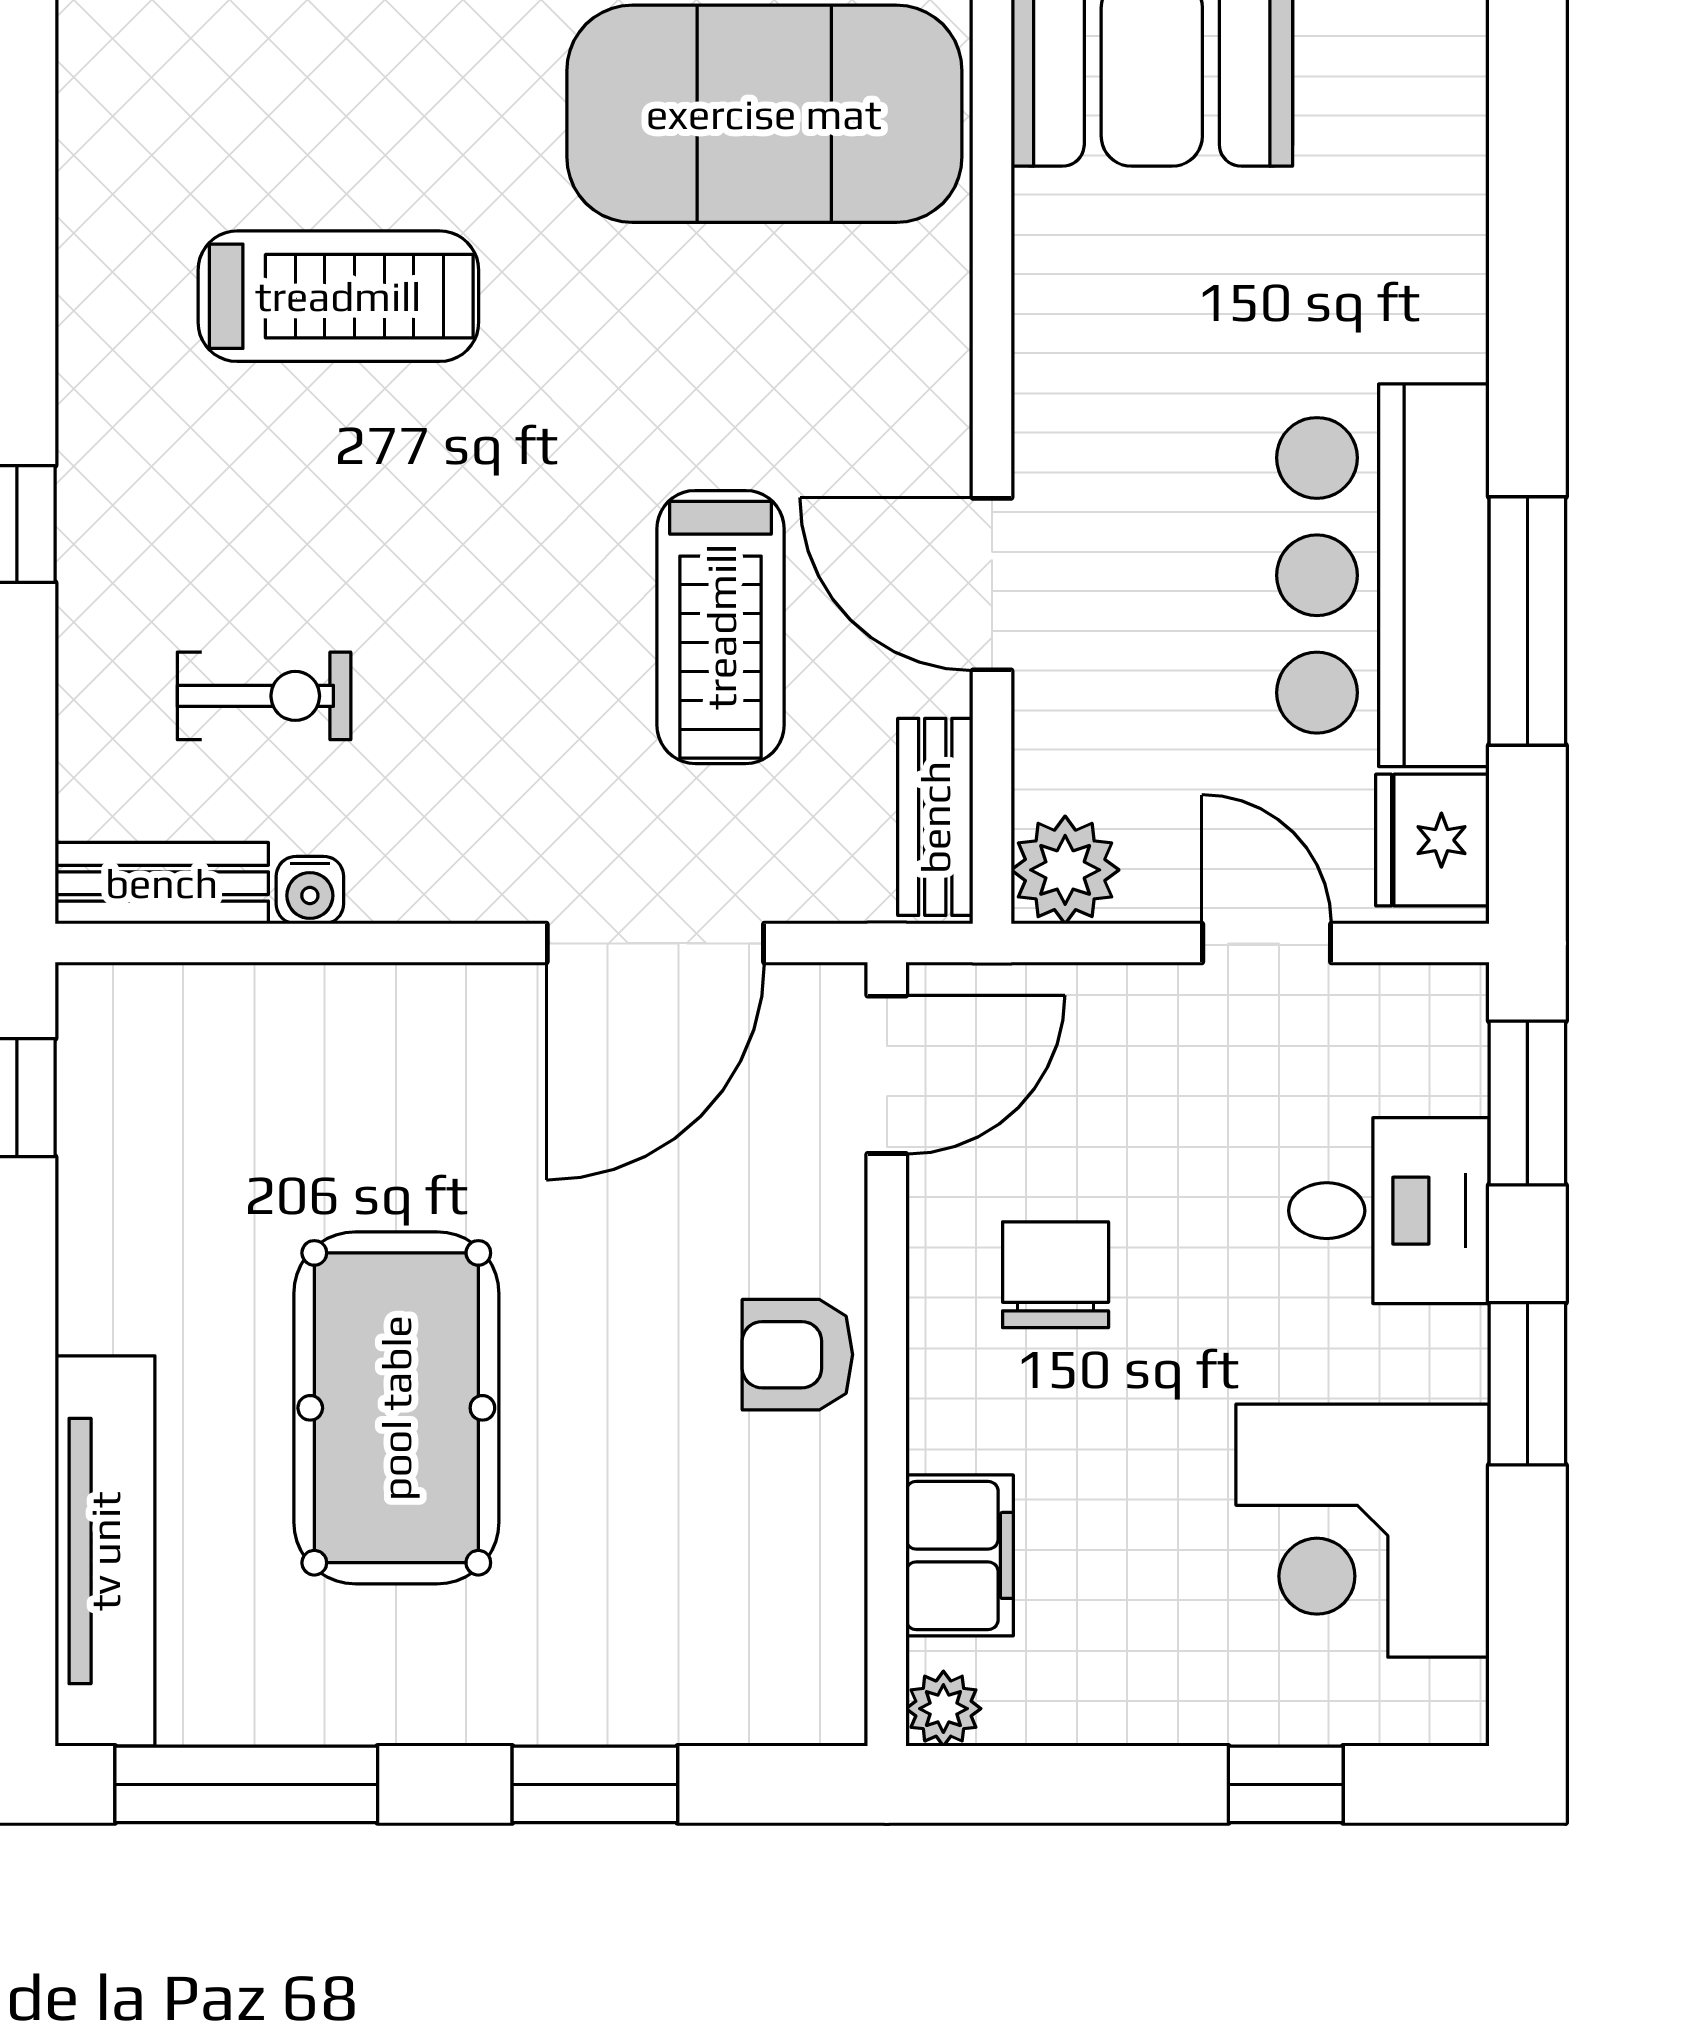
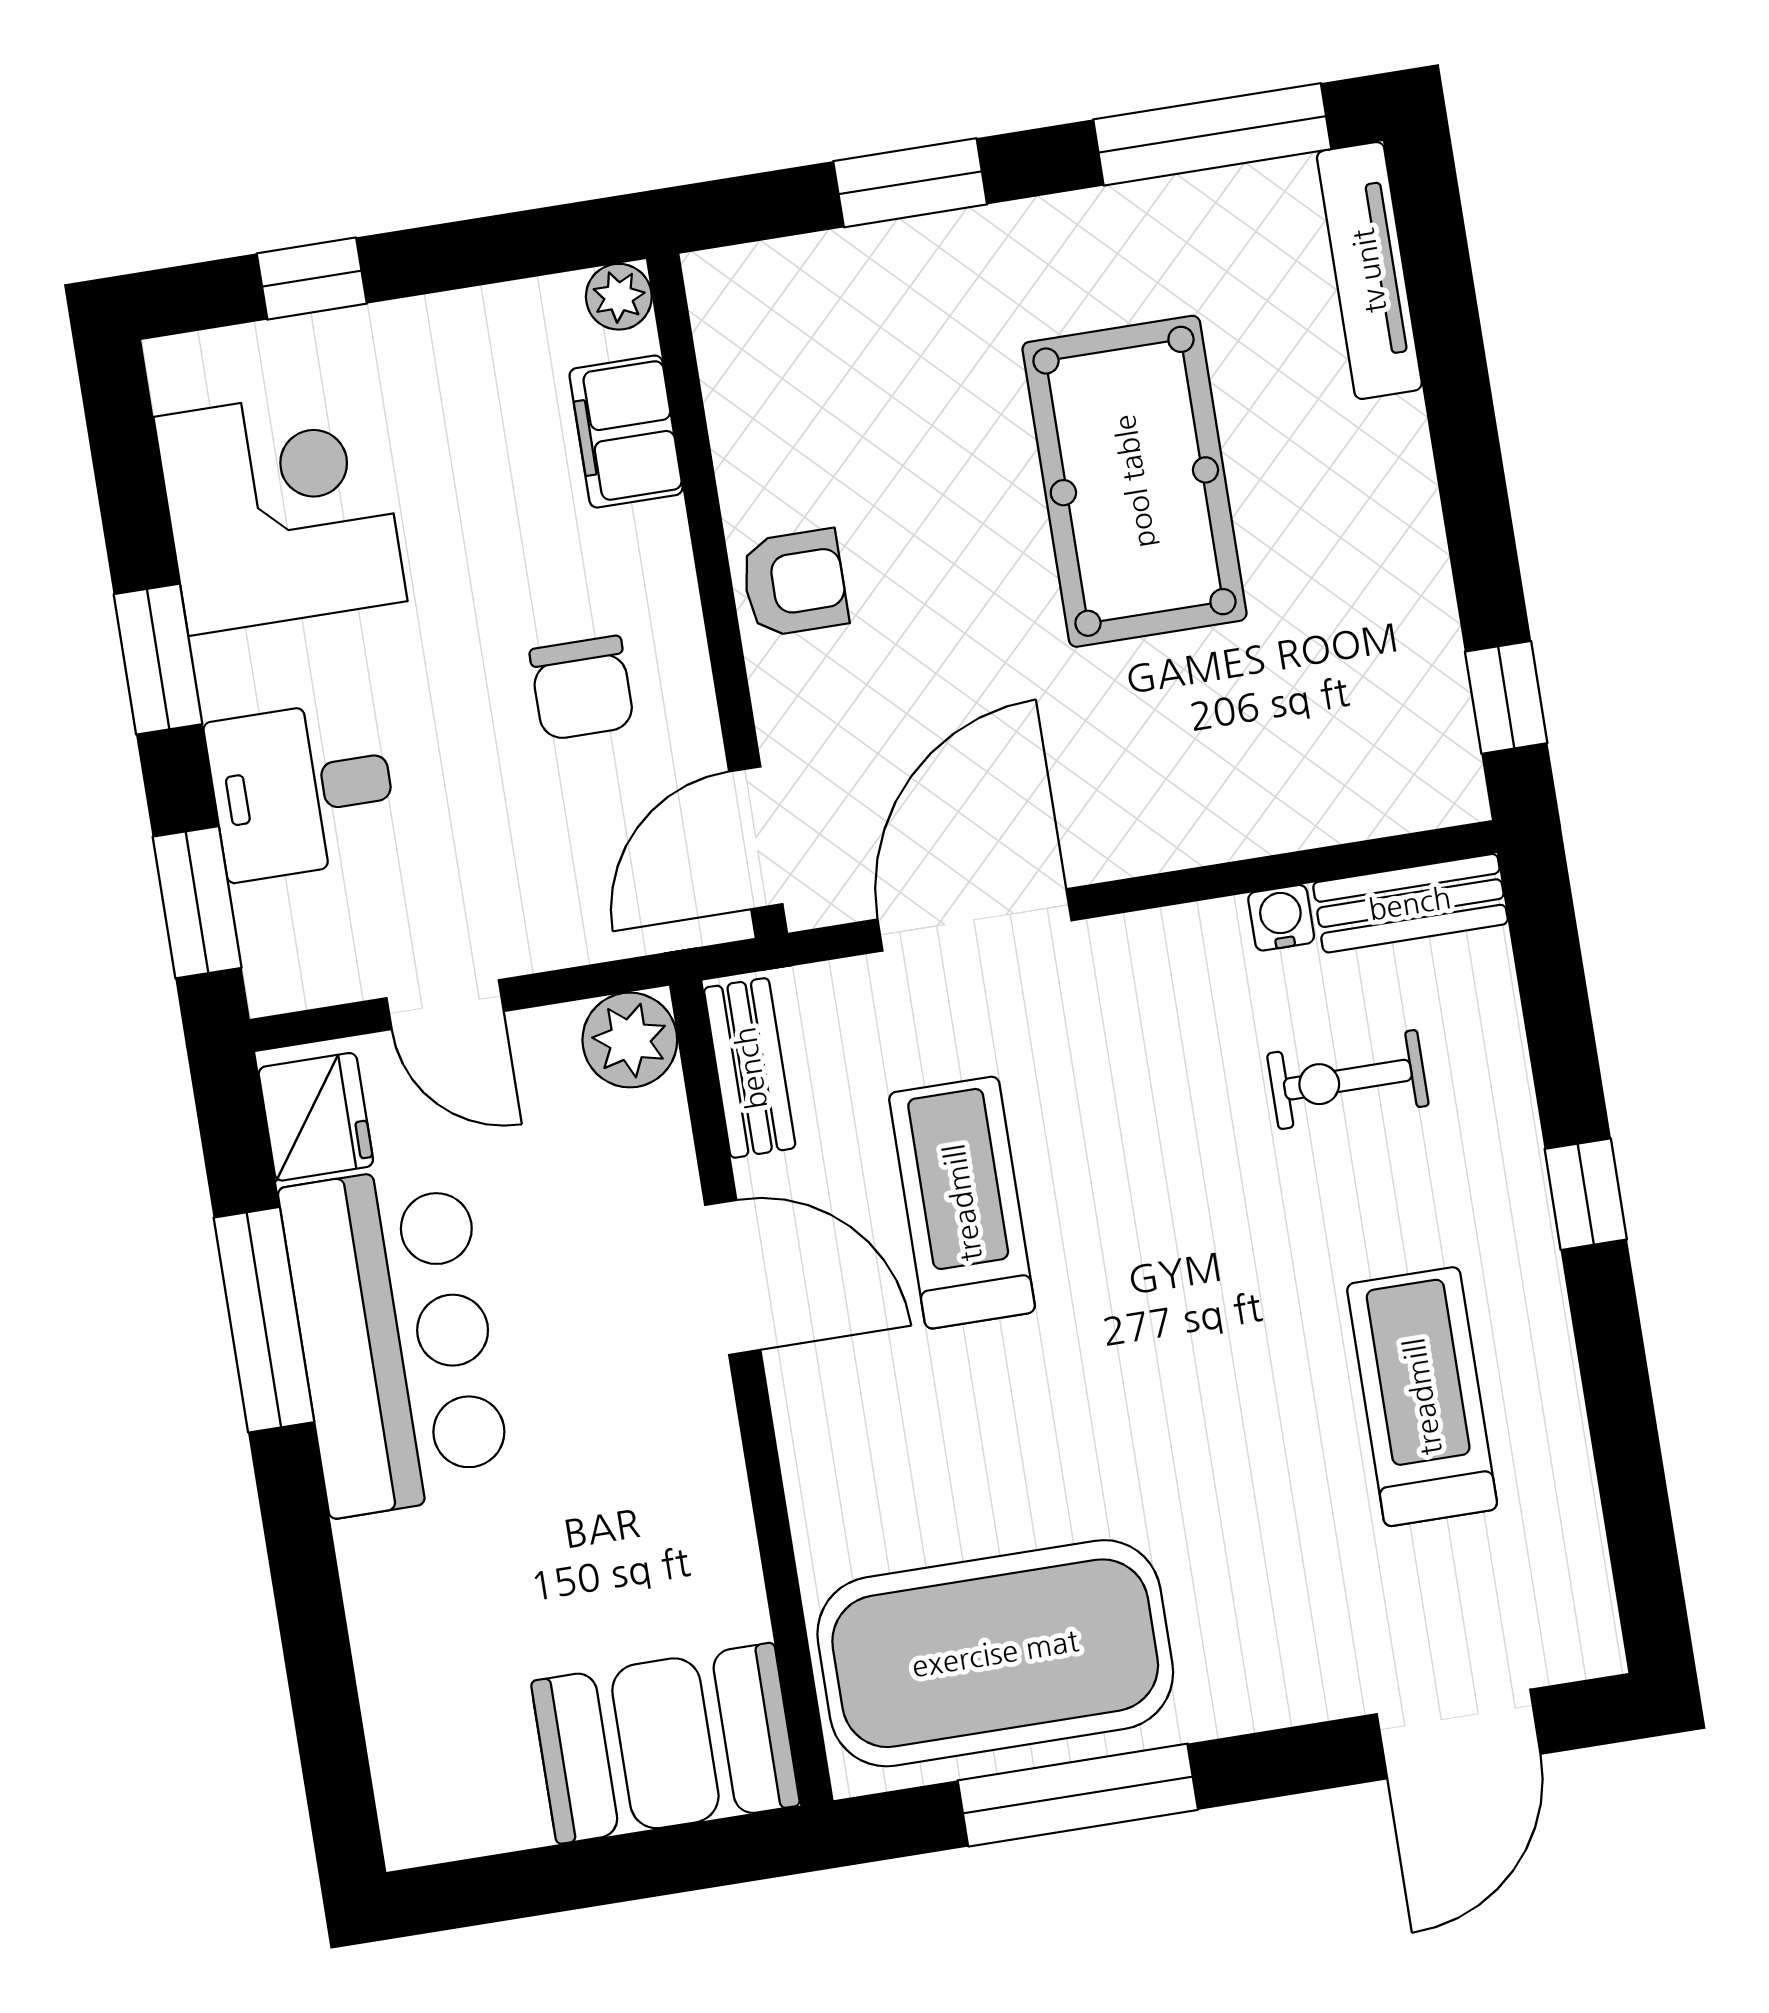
treadmill: (338, 296) -> (1422, 1397), moved, turned 90
tv unit: (105, 1551) -> (1369, 271), width x0.73, depth x0.78

